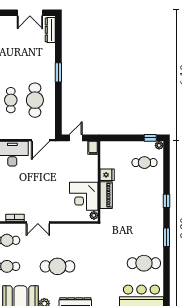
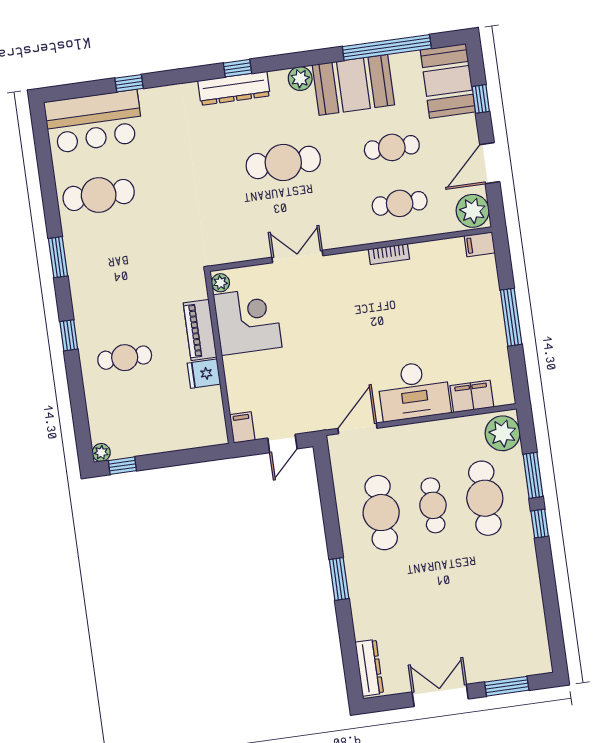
double door: (30, 13) -> (440, 695), moved
cafe table: (144, 163) -> (125, 358), moved
double door: (38, 222) -> (297, 256), moved

